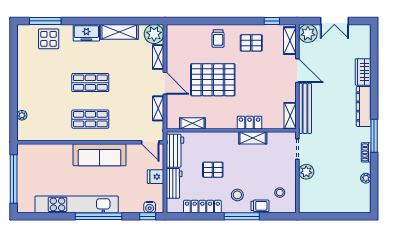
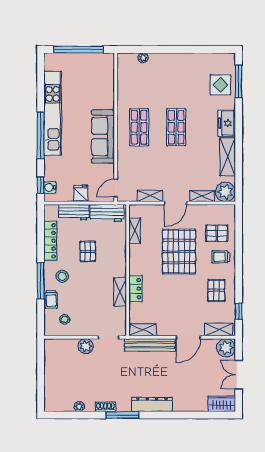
pallet: (195, 43) -> (217, 233), added
wardrobe: (363, 72) -> (222, 404), moved

